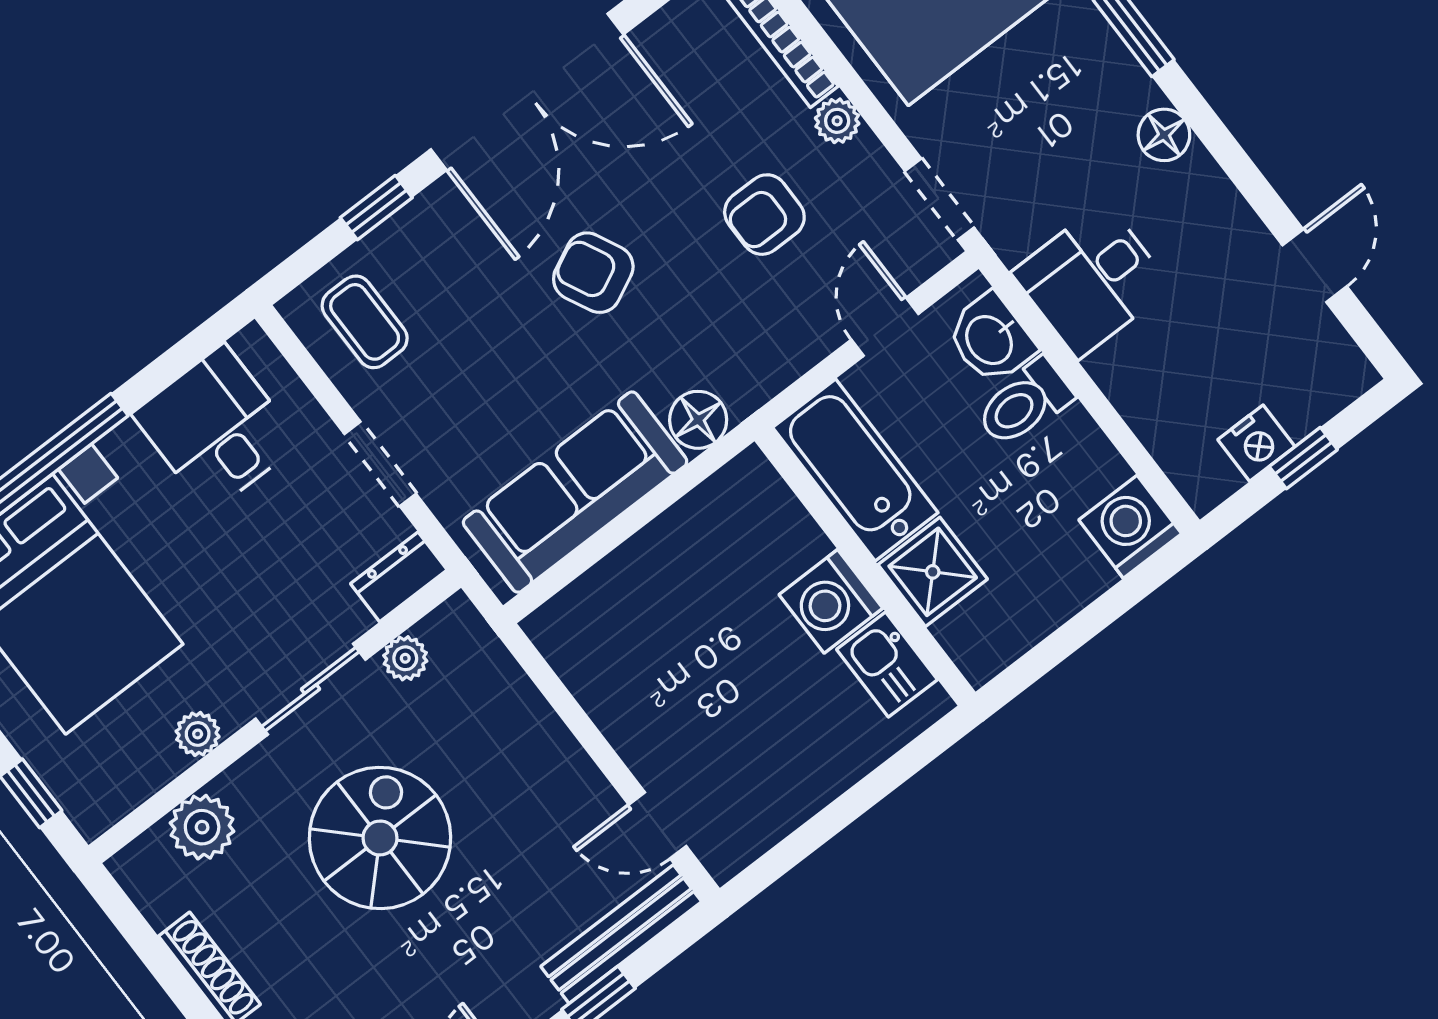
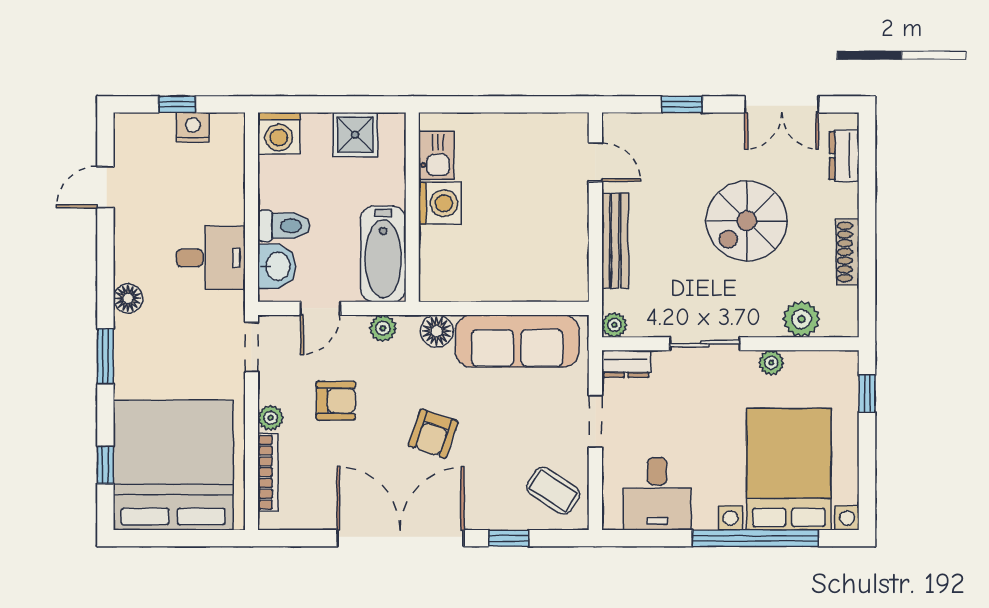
armchair: (593, 273) -> (433, 434), turned 45
coffee table: (365, 322) -> (553, 491), turned -57
plant: (776, 366) -> (383, 328), added
shower: (933, 572) -> (355, 135), moved
plant: (405, 658) -> (614, 325), moved
spiral stairs: (380, 838) -> (747, 221), moved
bench: (621, 934) -> (615, 241), moved, turned 90

